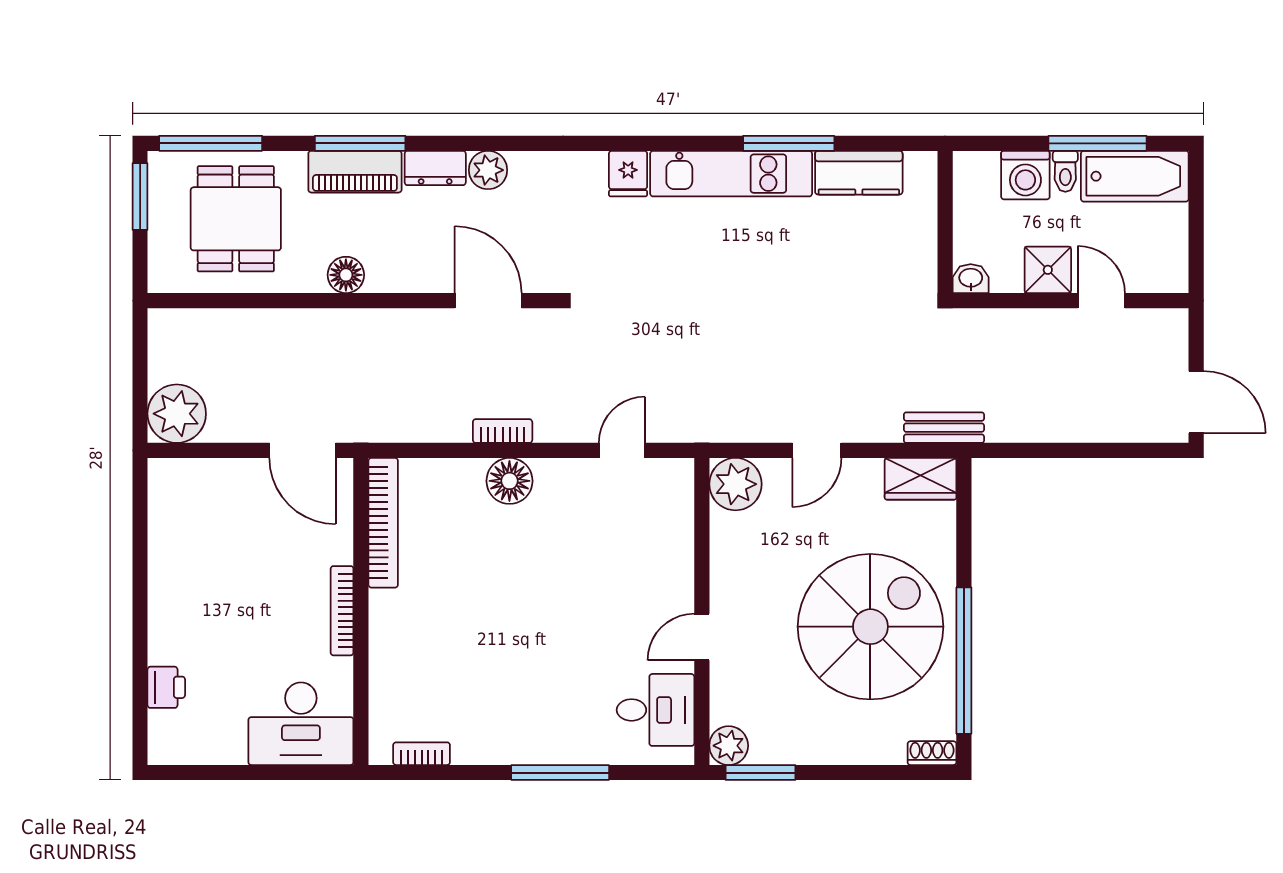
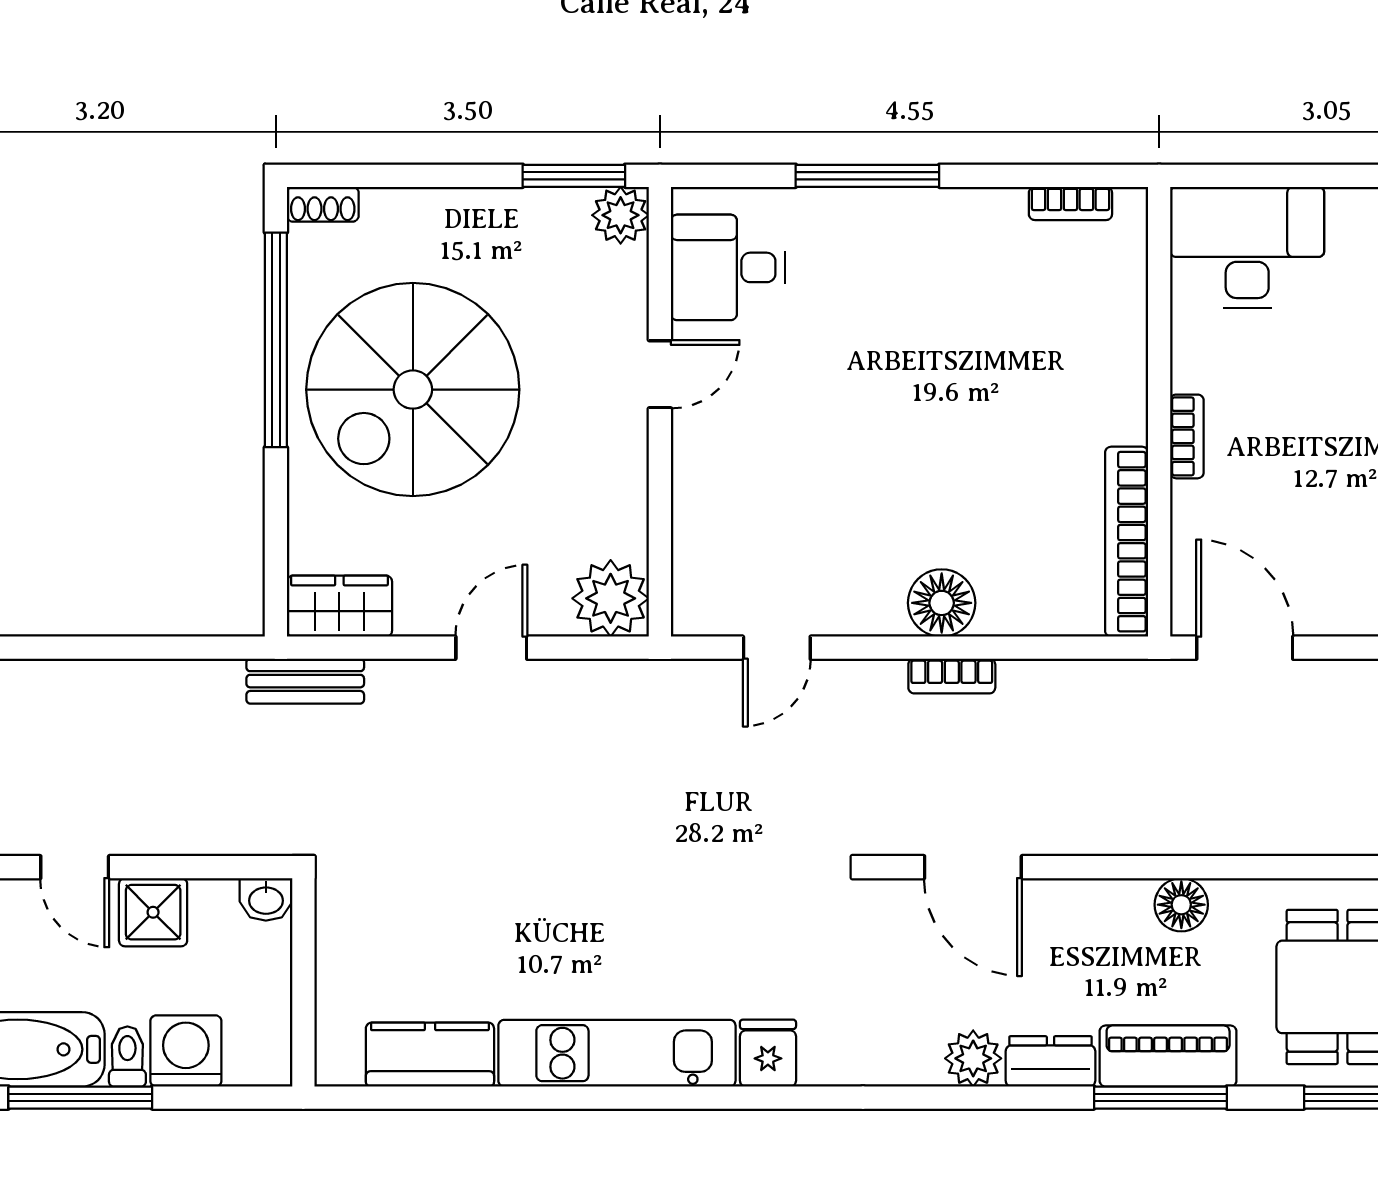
window: (789, 143) -> (533, 1098), removed
bookcase: (342, 611) -> (1187, 436), width x0.64

